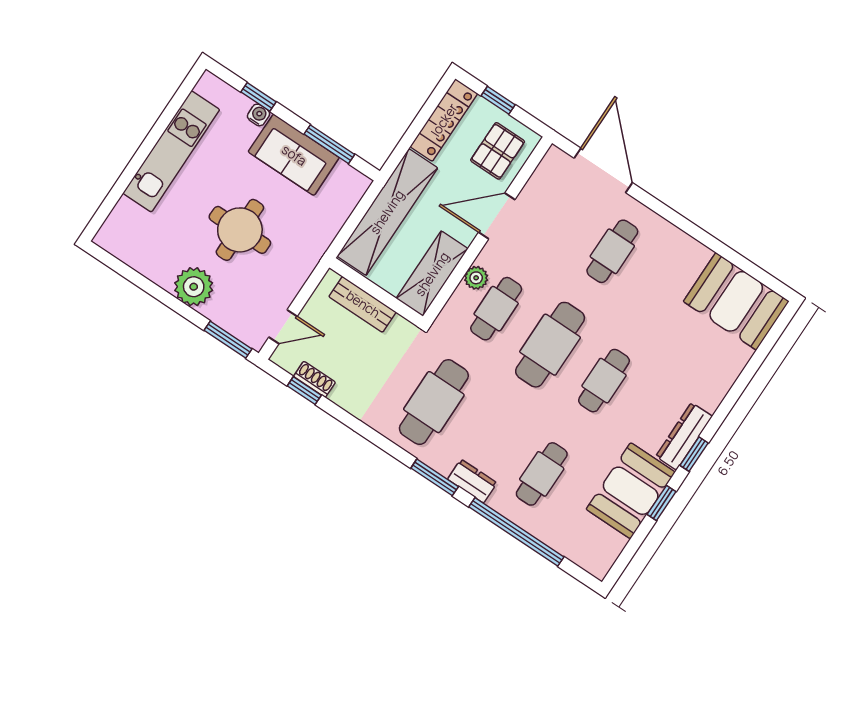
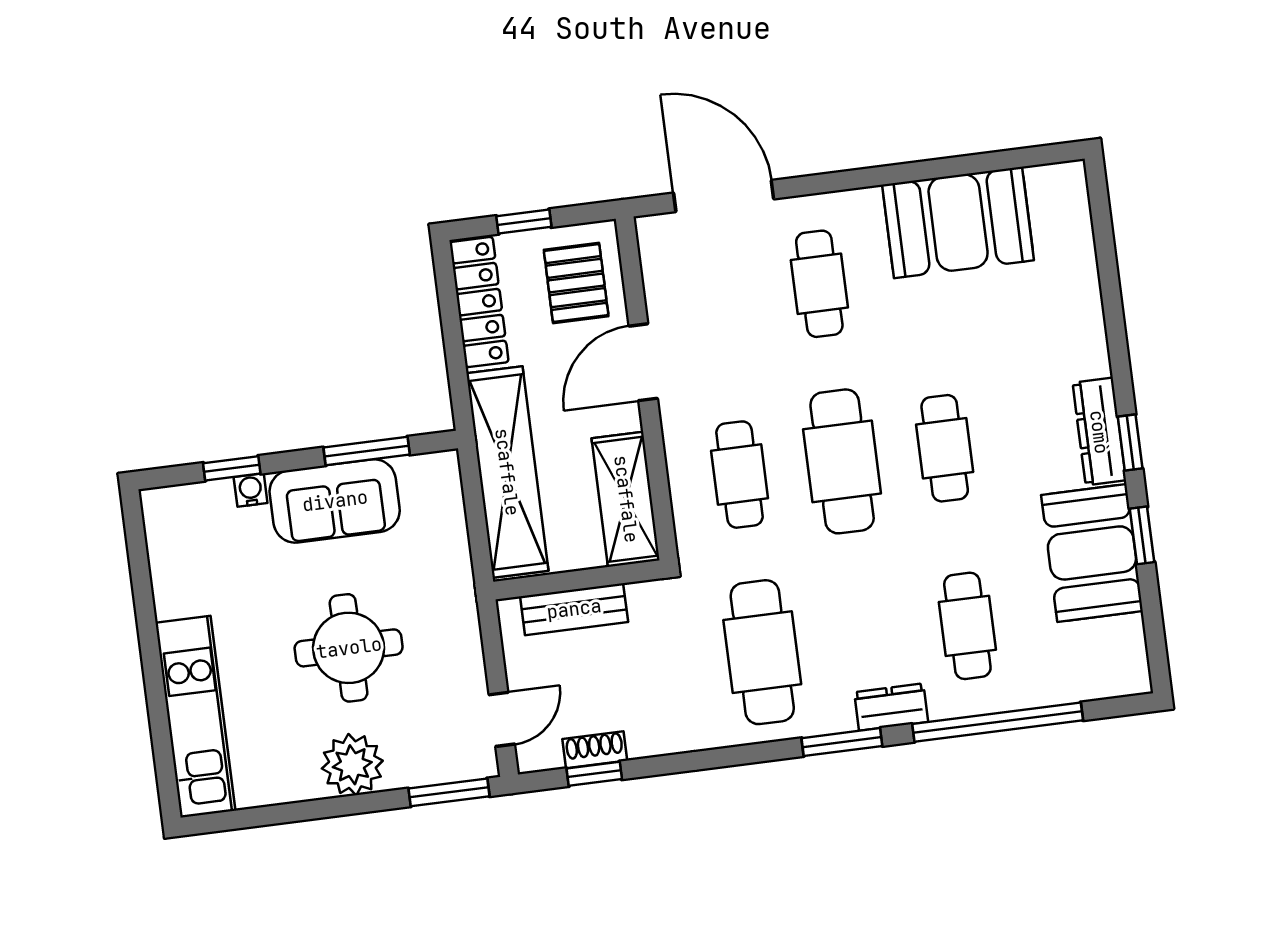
kitchen unit: (171, 151) -> (195, 717), moved
plant: (476, 278) -> (683, 458), removed
booth: (736, 301) -> (958, 222), moved

